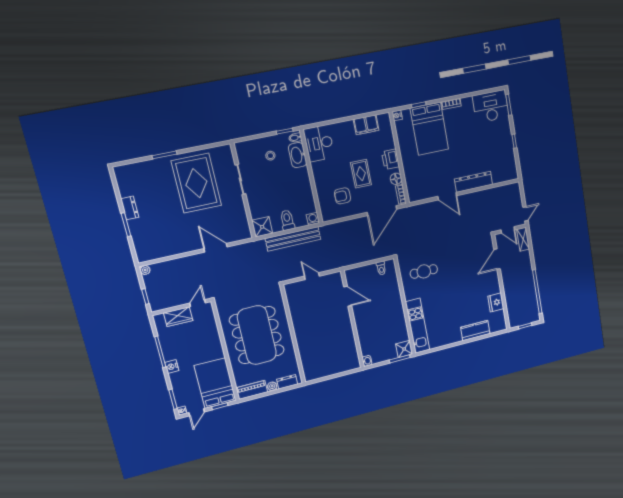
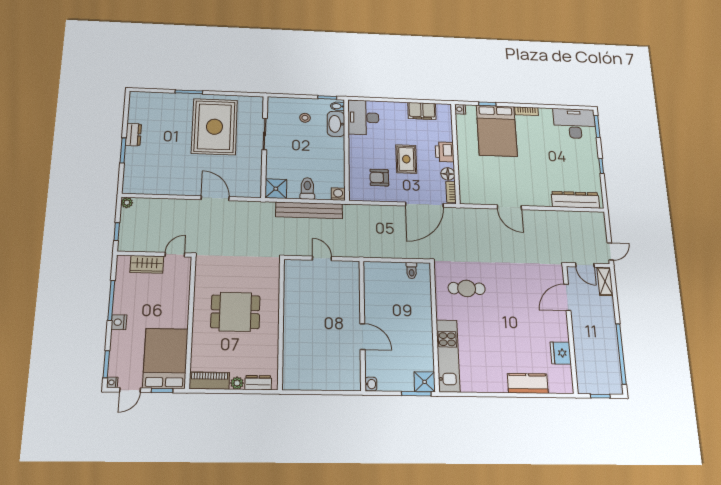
dresser: (474, 182) -> (575, 200), moved
door: (348, 296) -> (362, 337), moved
dining table: (257, 335) -> (235, 312), width x0.53, depth x0.80

